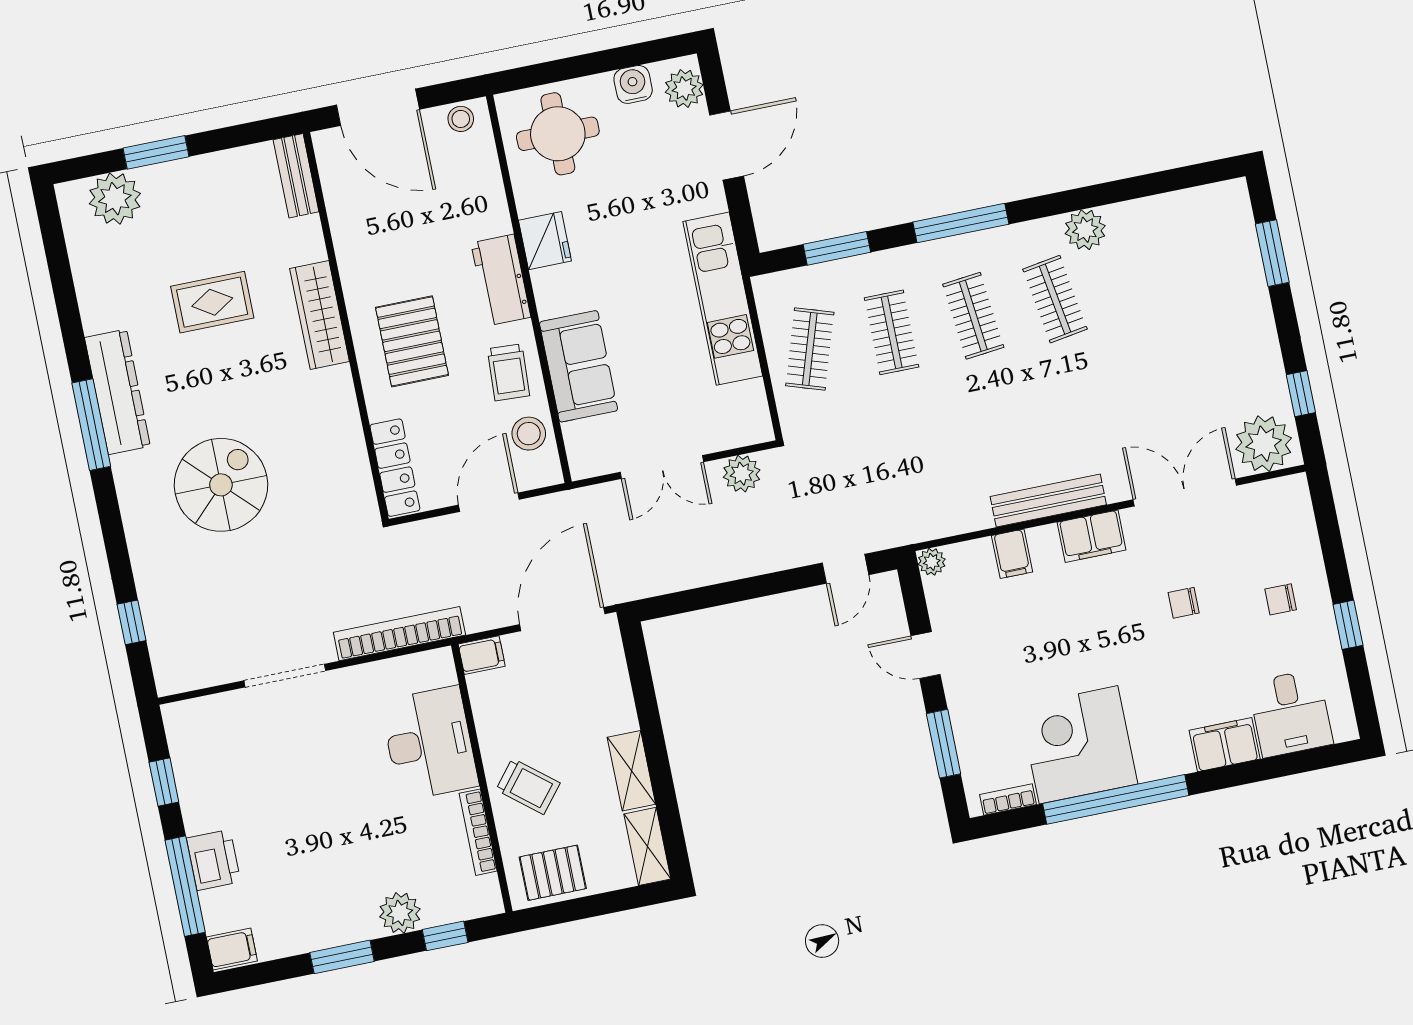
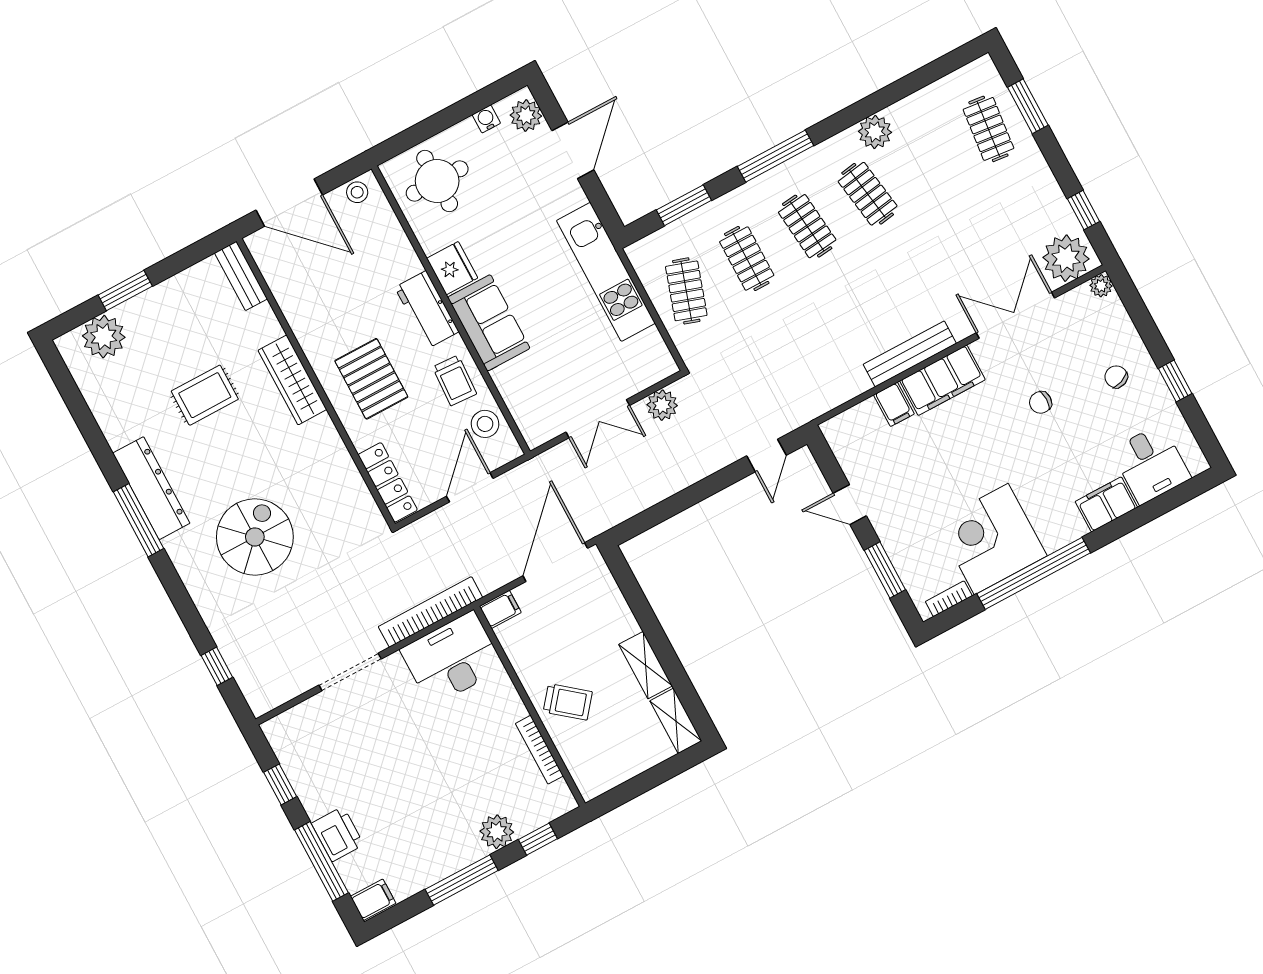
water cooler: (633, 84) -> (486, 119), width x0.72, depth x0.72
clothes rail: (1219, 266) -> (988, 129), added
sofa: (579, 366) -> (489, 323), moved
filing cabinet: (1092, 536) -> (942, 380), width x1.50, depth x1.17
plant: (932, 562) -> (1101, 286), moved
chair: (1281, 599) -> (1116, 377), turned 69
desk: (429, 743) -> (452, 659), moved, turned -90
pallet: (553, 873) -> (608, 764), removed
window: (342, 957) -> (462, 880), width x1.44

